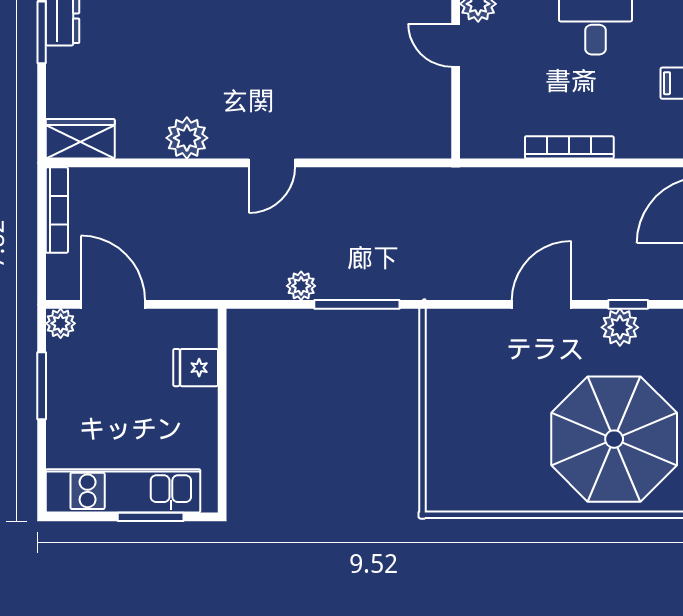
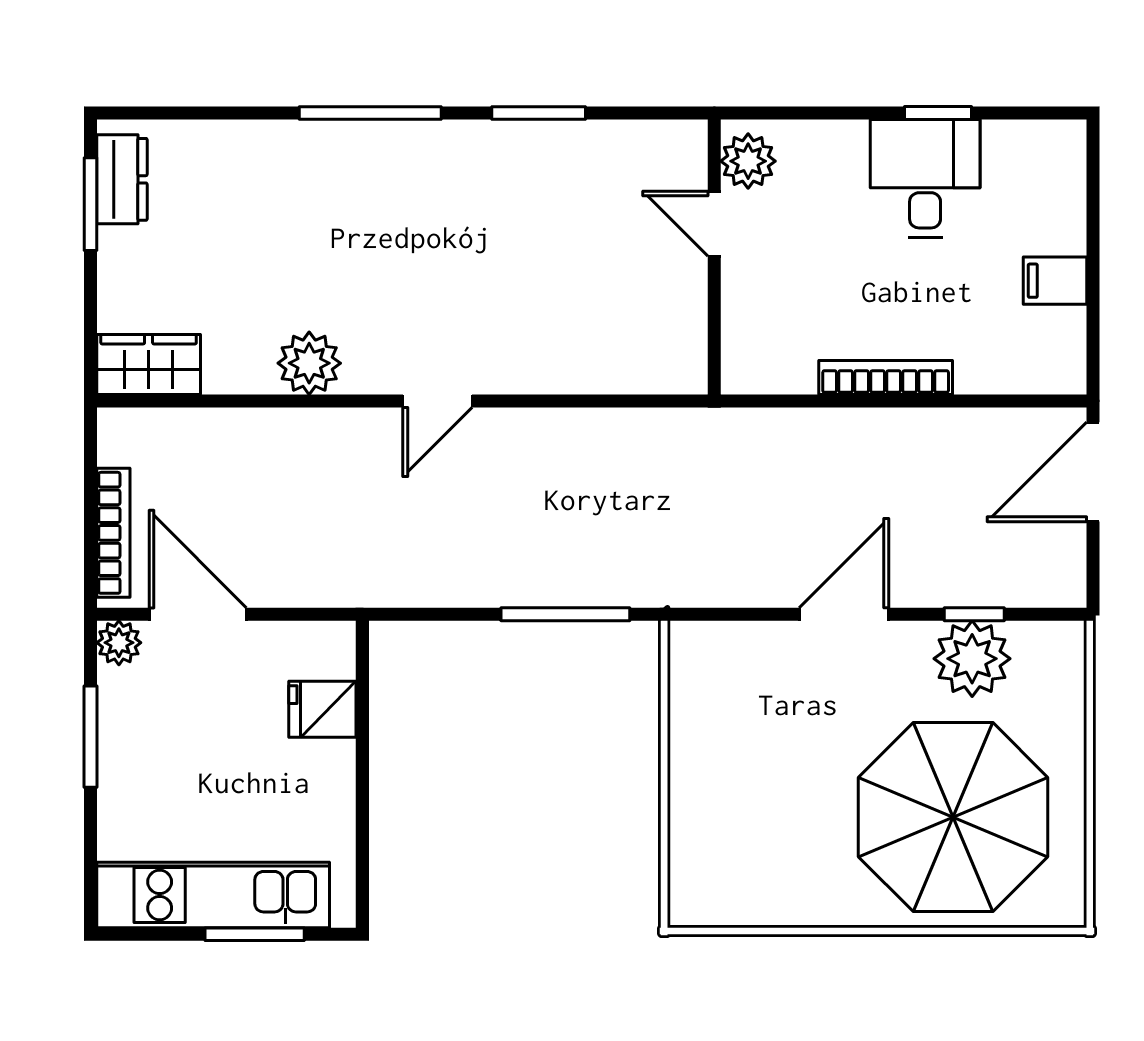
bookcase: (57, 210) -> (113, 533), moved
plant: (301, 286) -> (481, 586), removed
plant: (620, 327) -> (972, 659), width x1.36, depth x1.36

